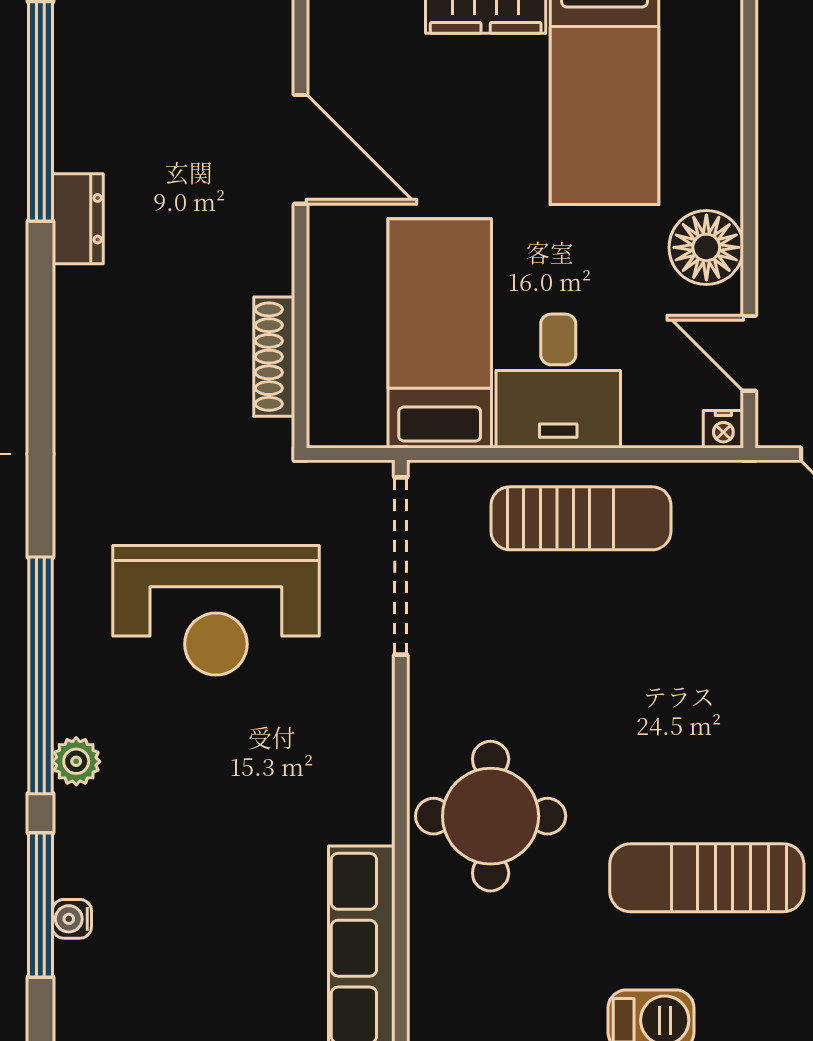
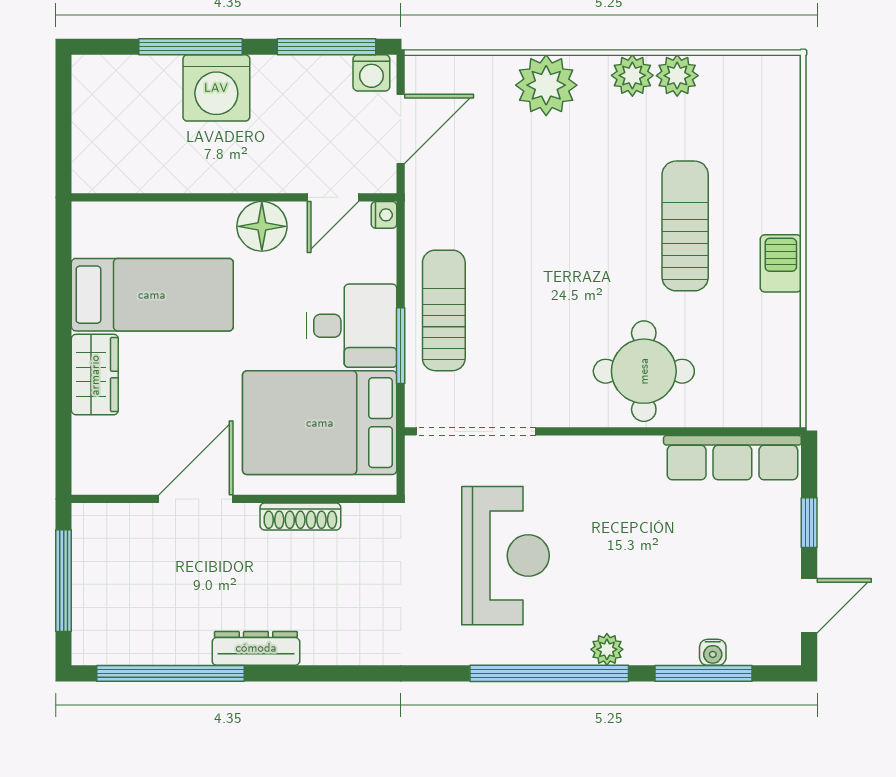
dresser: (78, 219) -> (256, 648), width x1.44
bed: (440, 333) -> (320, 423), width x1.50
shoe rack: (274, 357) -> (300, 516), moved
window: (529, 454) -> (401, 346), added
sun lounger: (707, 878) -> (685, 226), turned 180

